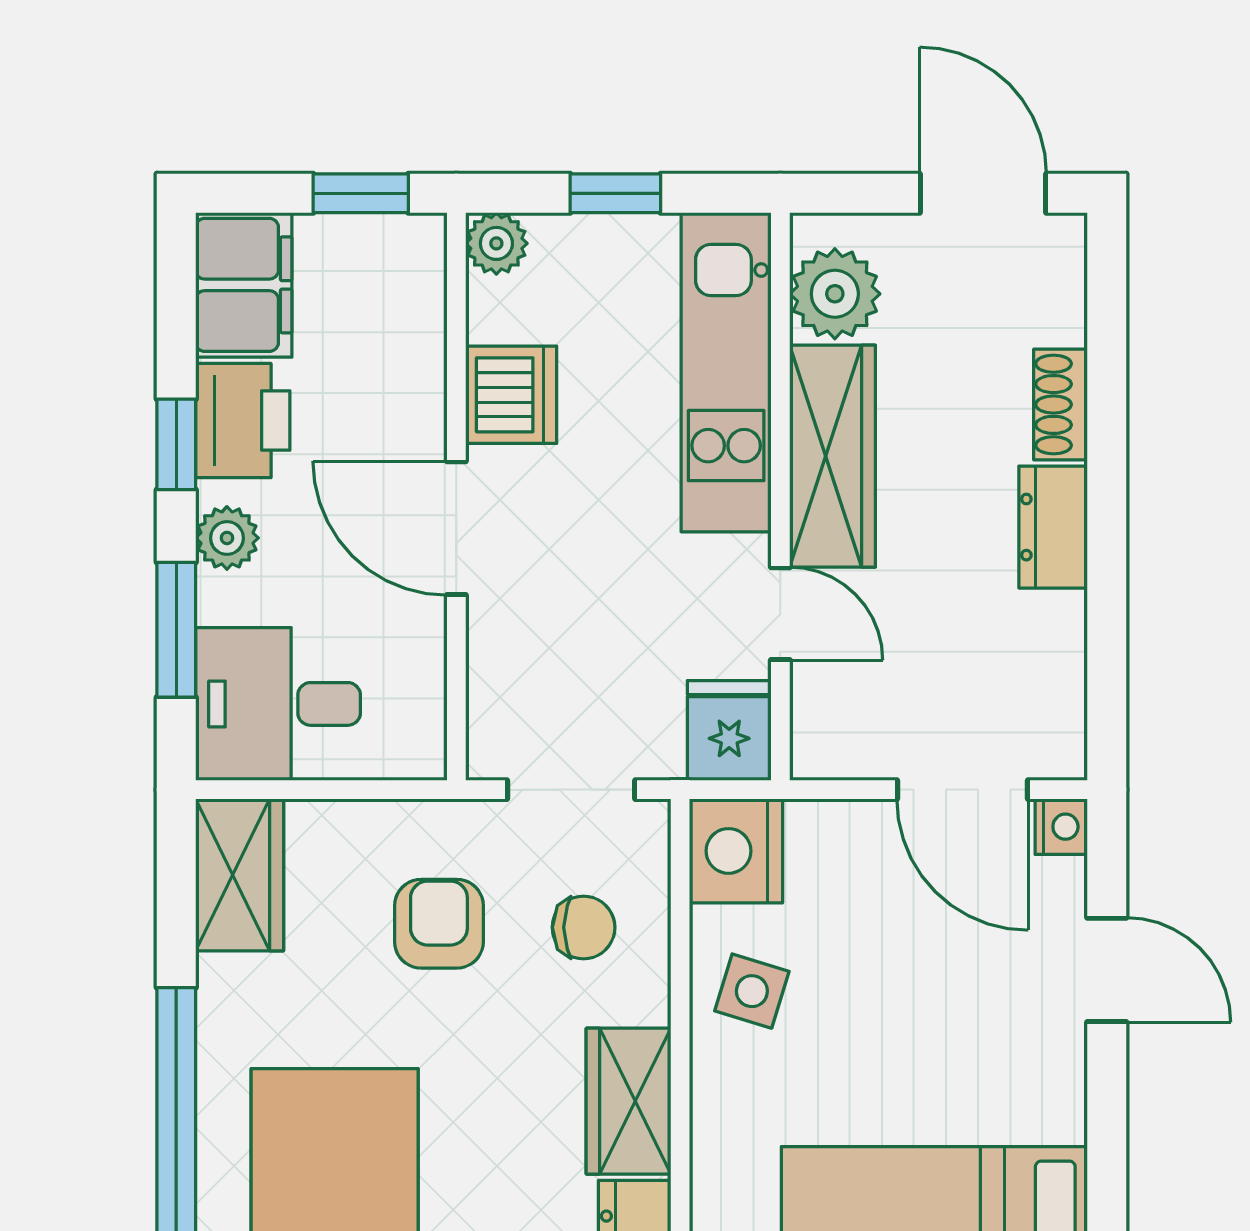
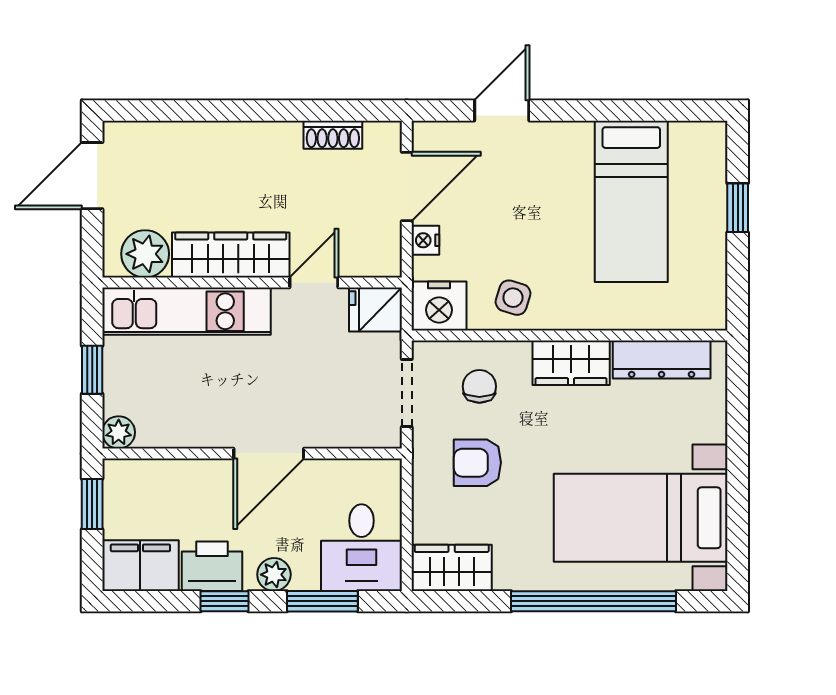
dishwasher: (511, 395) -> (198, 425), removed
shoe rack: (1061, 404) -> (333, 135), moved
dresser: (1053, 527) -> (268, 139), removed
nightstand: (1061, 827) -> (425, 240), moved, turned -90

